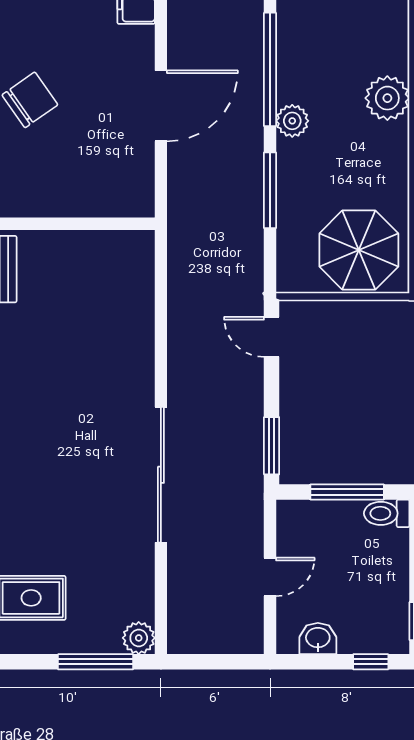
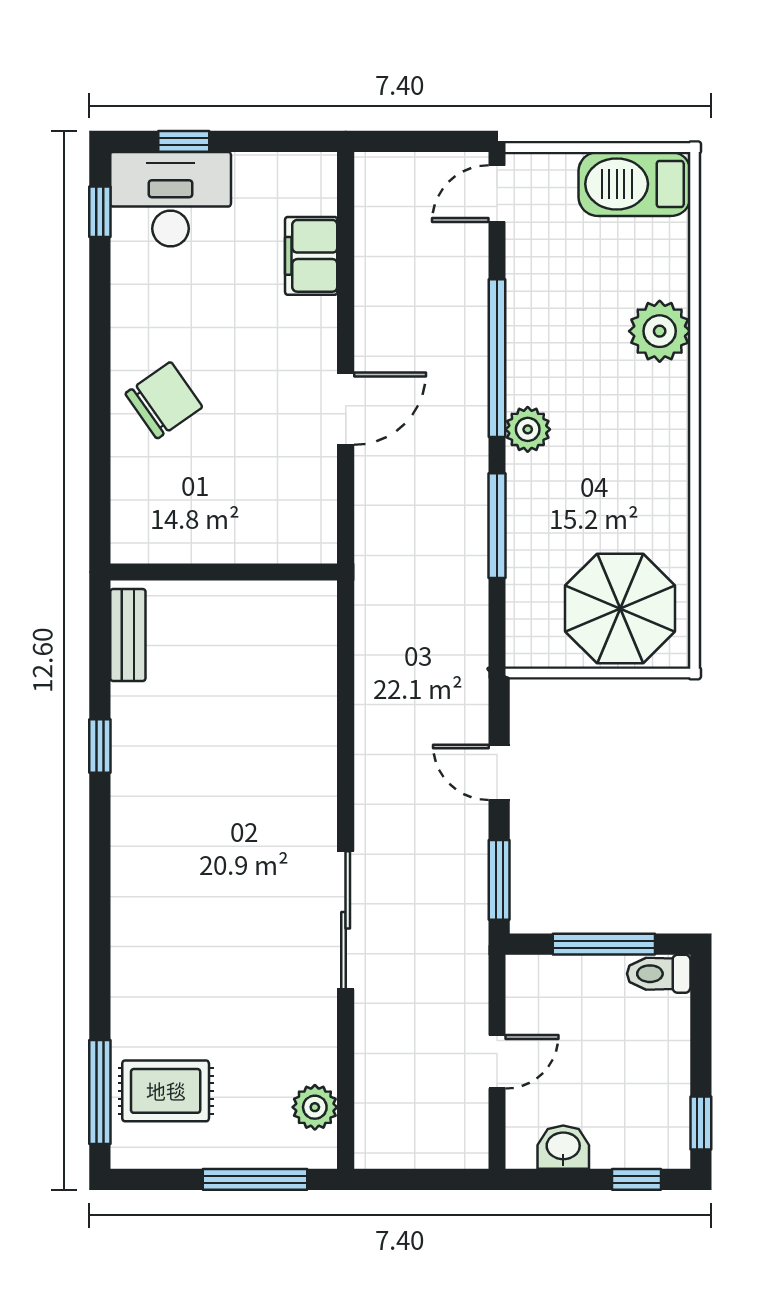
plant: (387, 98) -> (660, 331), moved
door: (161, 106) -> (346, 409), width x0.73
door: (272, 337) -> (499, 772), moved
sliding door: (161, 475) -> (346, 920), width x0.73
plant: (139, 638) -> (315, 1107), moved

